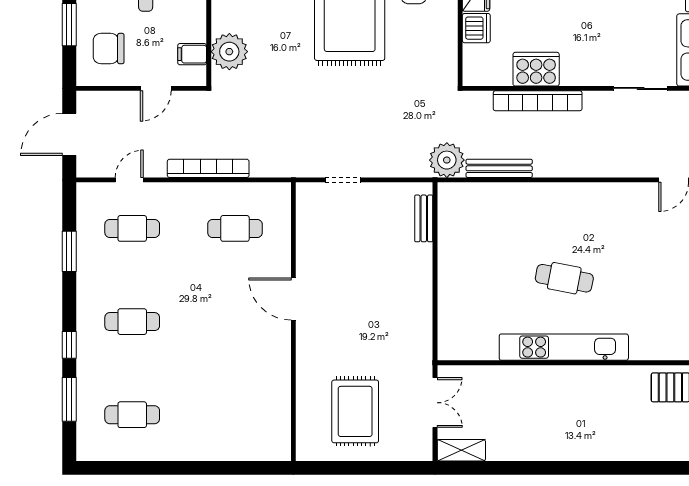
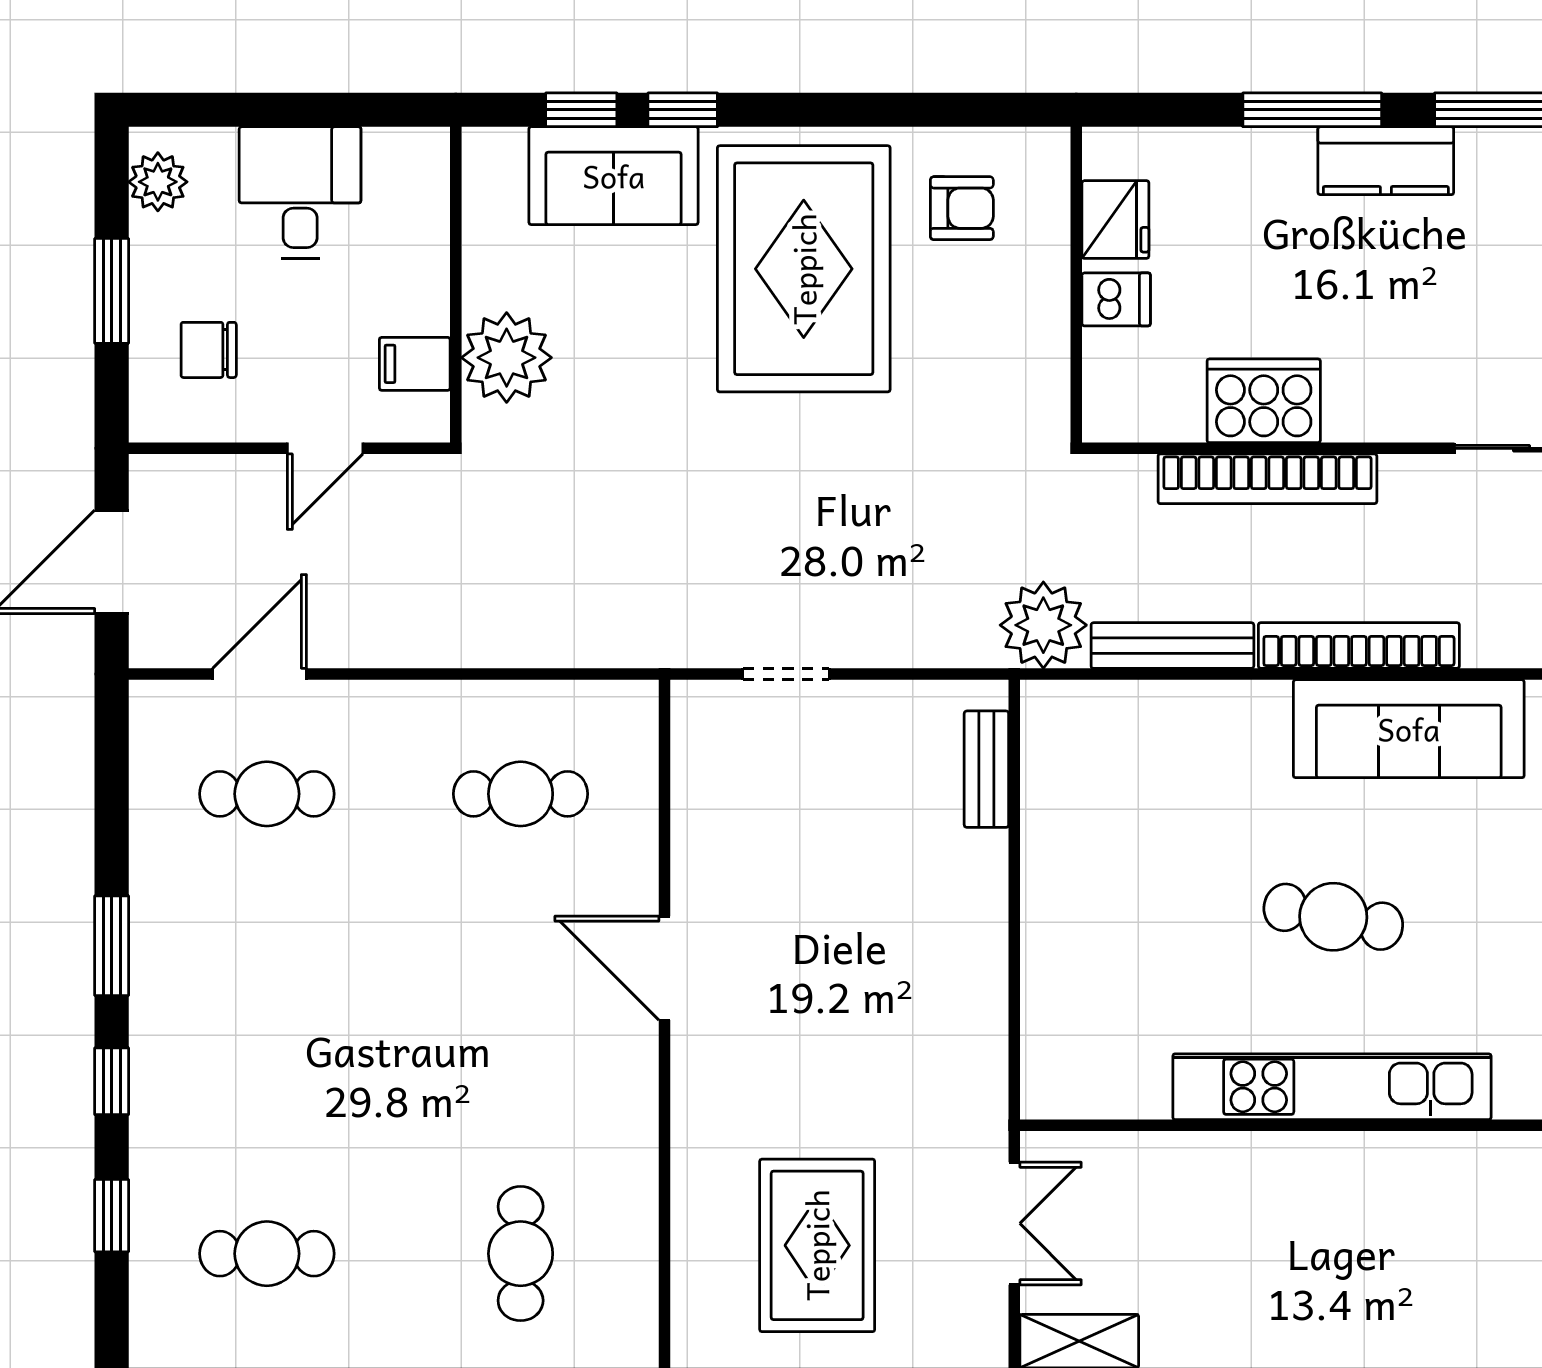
dishwasher: (476, 28) -> (1116, 299), width x0.73
chair: (109, 49) -> (209, 350), width x0.73, depth x0.73
bookcase: (208, 168) -> (1359, 645), moved
door: (129, 180) -> (260, 674), width x1.38
sofa: (595, 202) -> (1409, 729), added
window: (69, 251) -> (112, 946), moved
cafe table: (132, 322) -> (521, 1254), moved, turned 90
window: (69, 399) -> (112, 1216), width x0.67

